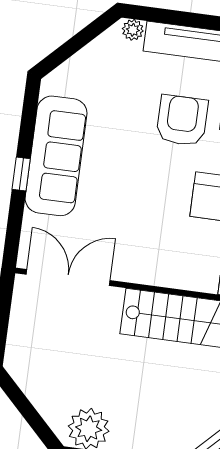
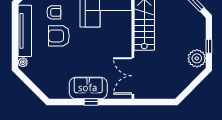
sofa: (56, 156) -> (88, 88), width x0.73

